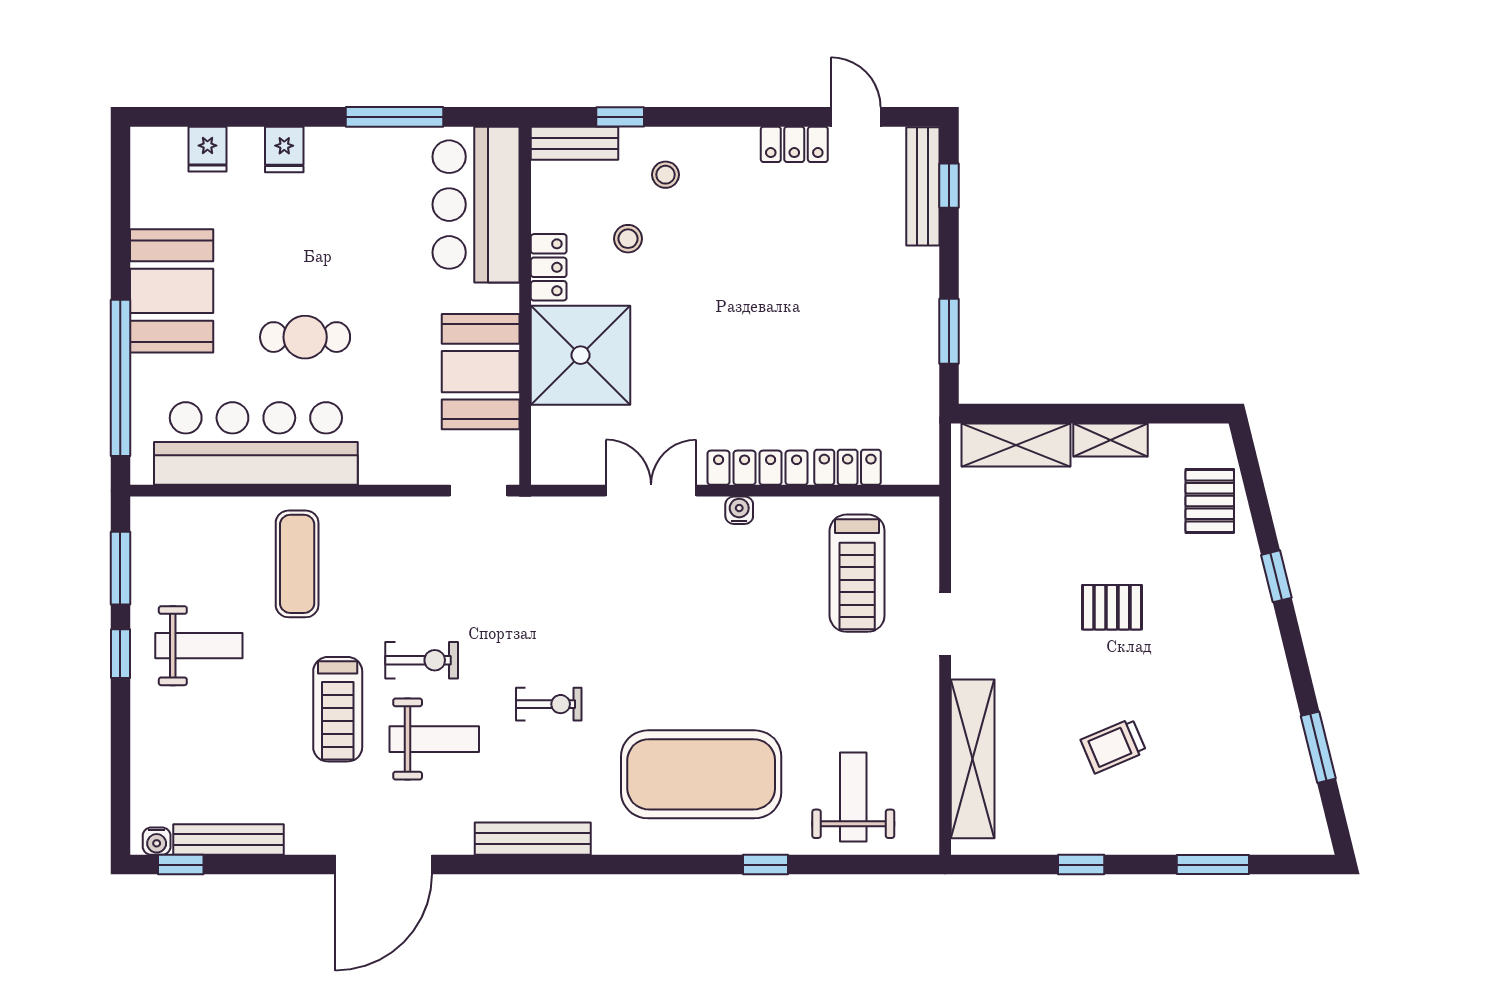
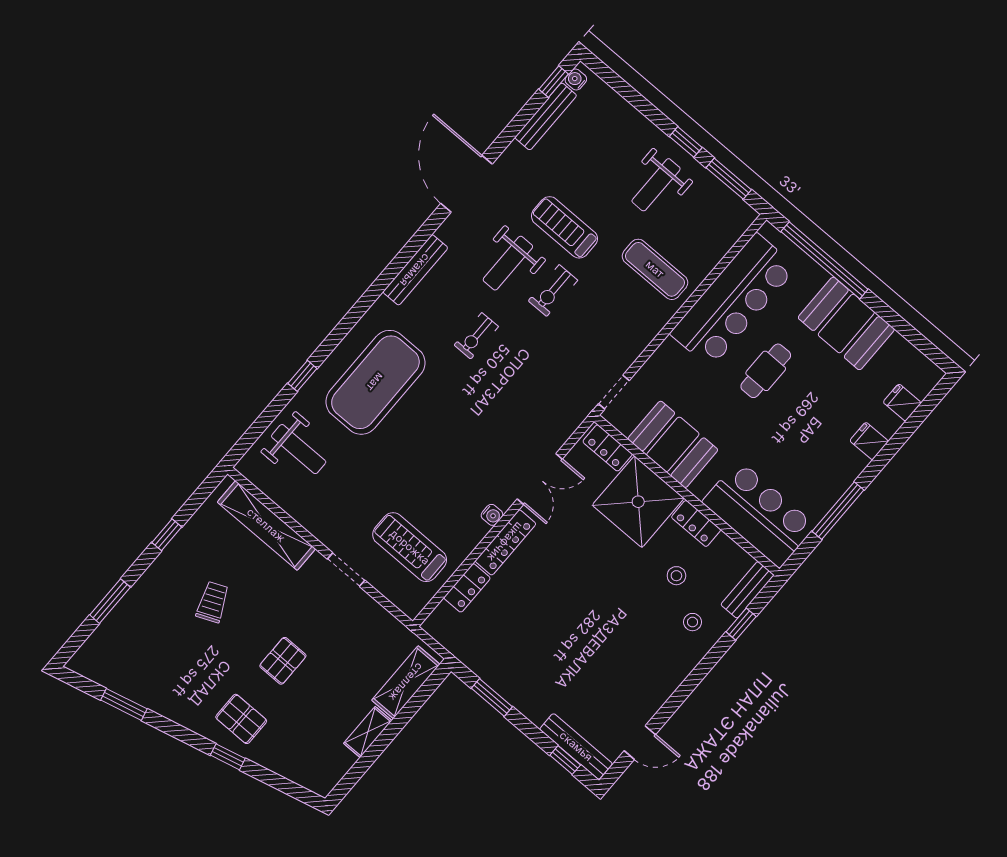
locker: (794, 144) -> (608, 448), moved, turned -90
pallet: (1210, 501) -> (241, 719), moved

